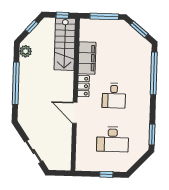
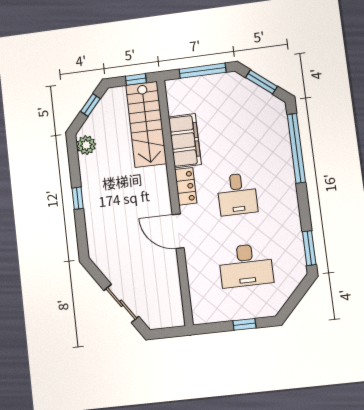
window: (16, 83) -> (78, 198), width x0.32

